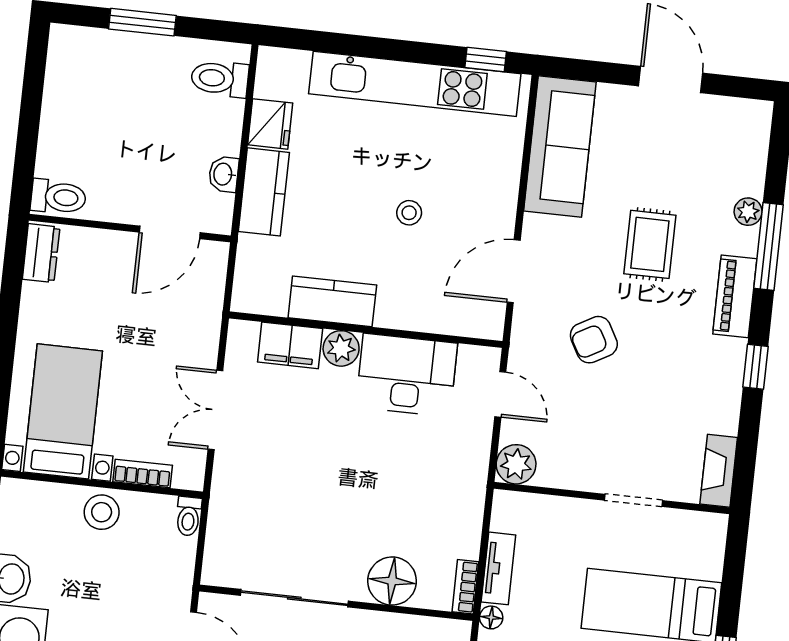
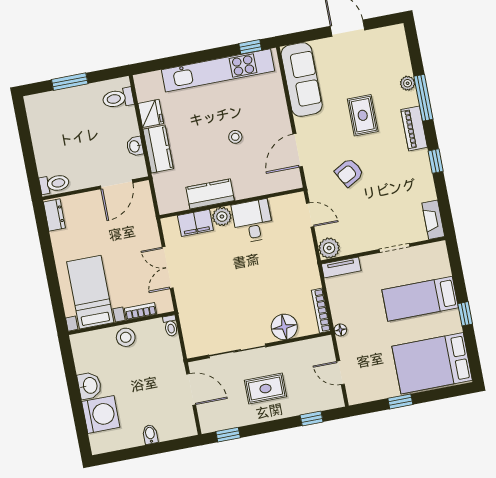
desk: (407, 375) -> (253, 221), width x0.73
tv unit: (498, 568) -> (341, 267), moved, turned 90
bookcase: (465, 587) -> (321, 311), width x1.56

